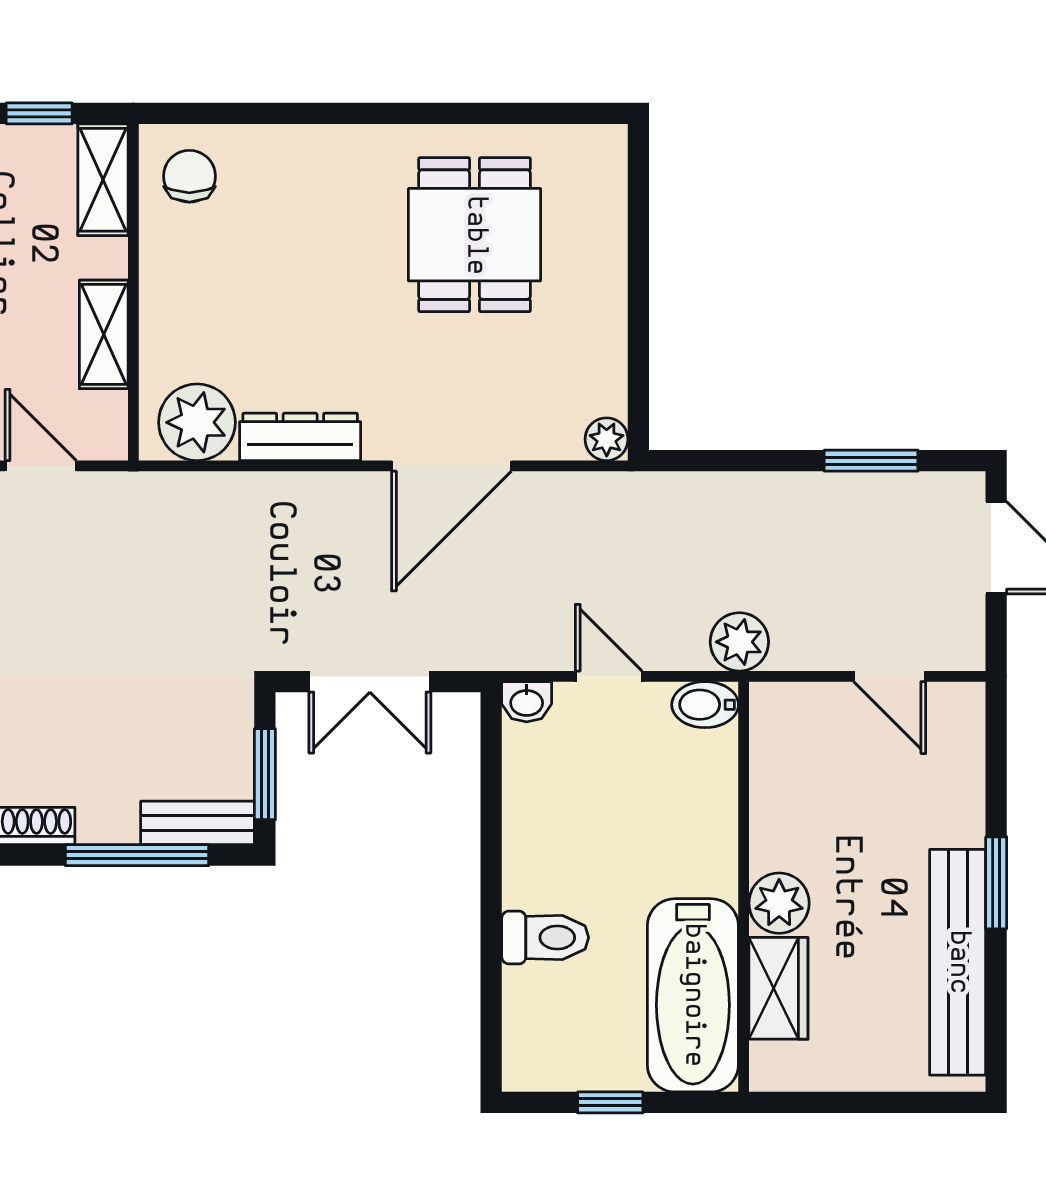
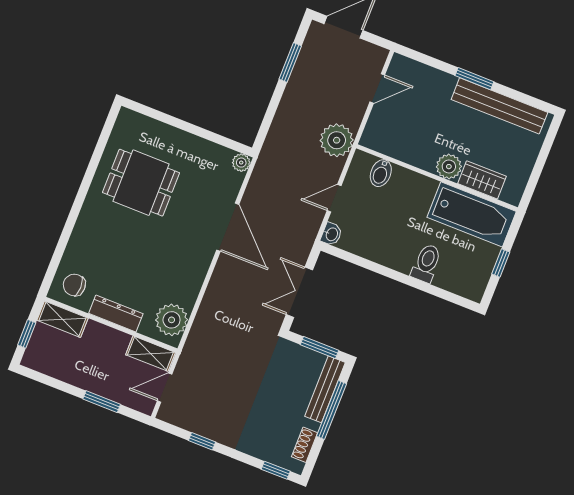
shelving: (104, 334) -> (150, 354), moved
dresser: (300, 437) -> (116, 314), moved, turned 90
plant: (739, 642) -> (337, 140), width x1.36, depth x1.36
double door: (370, 682) -> (299, 292), swing flipped
bidet: (705, 705) -> (381, 173), moved
bench: (198, 823) -> (325, 389), width x1.36

